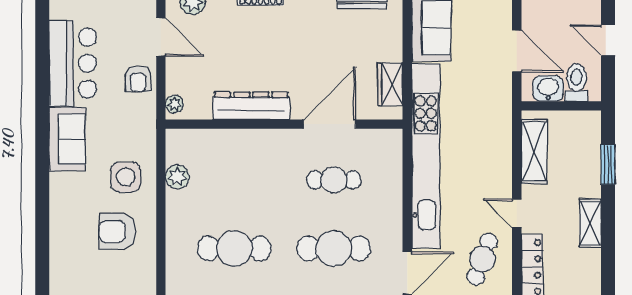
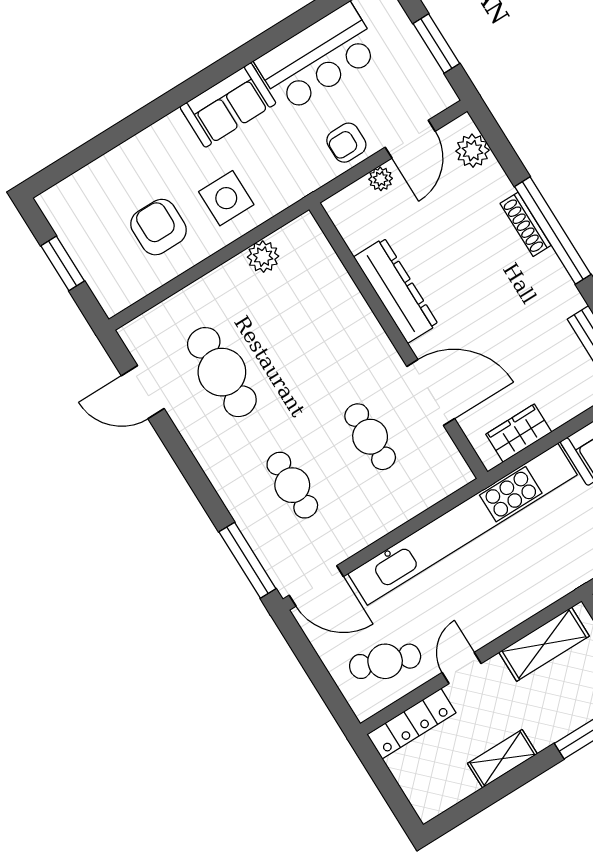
plant: (174, 104) -> (381, 179), moved
cafe table: (334, 248) -> (292, 485), width x0.73, depth x0.74

